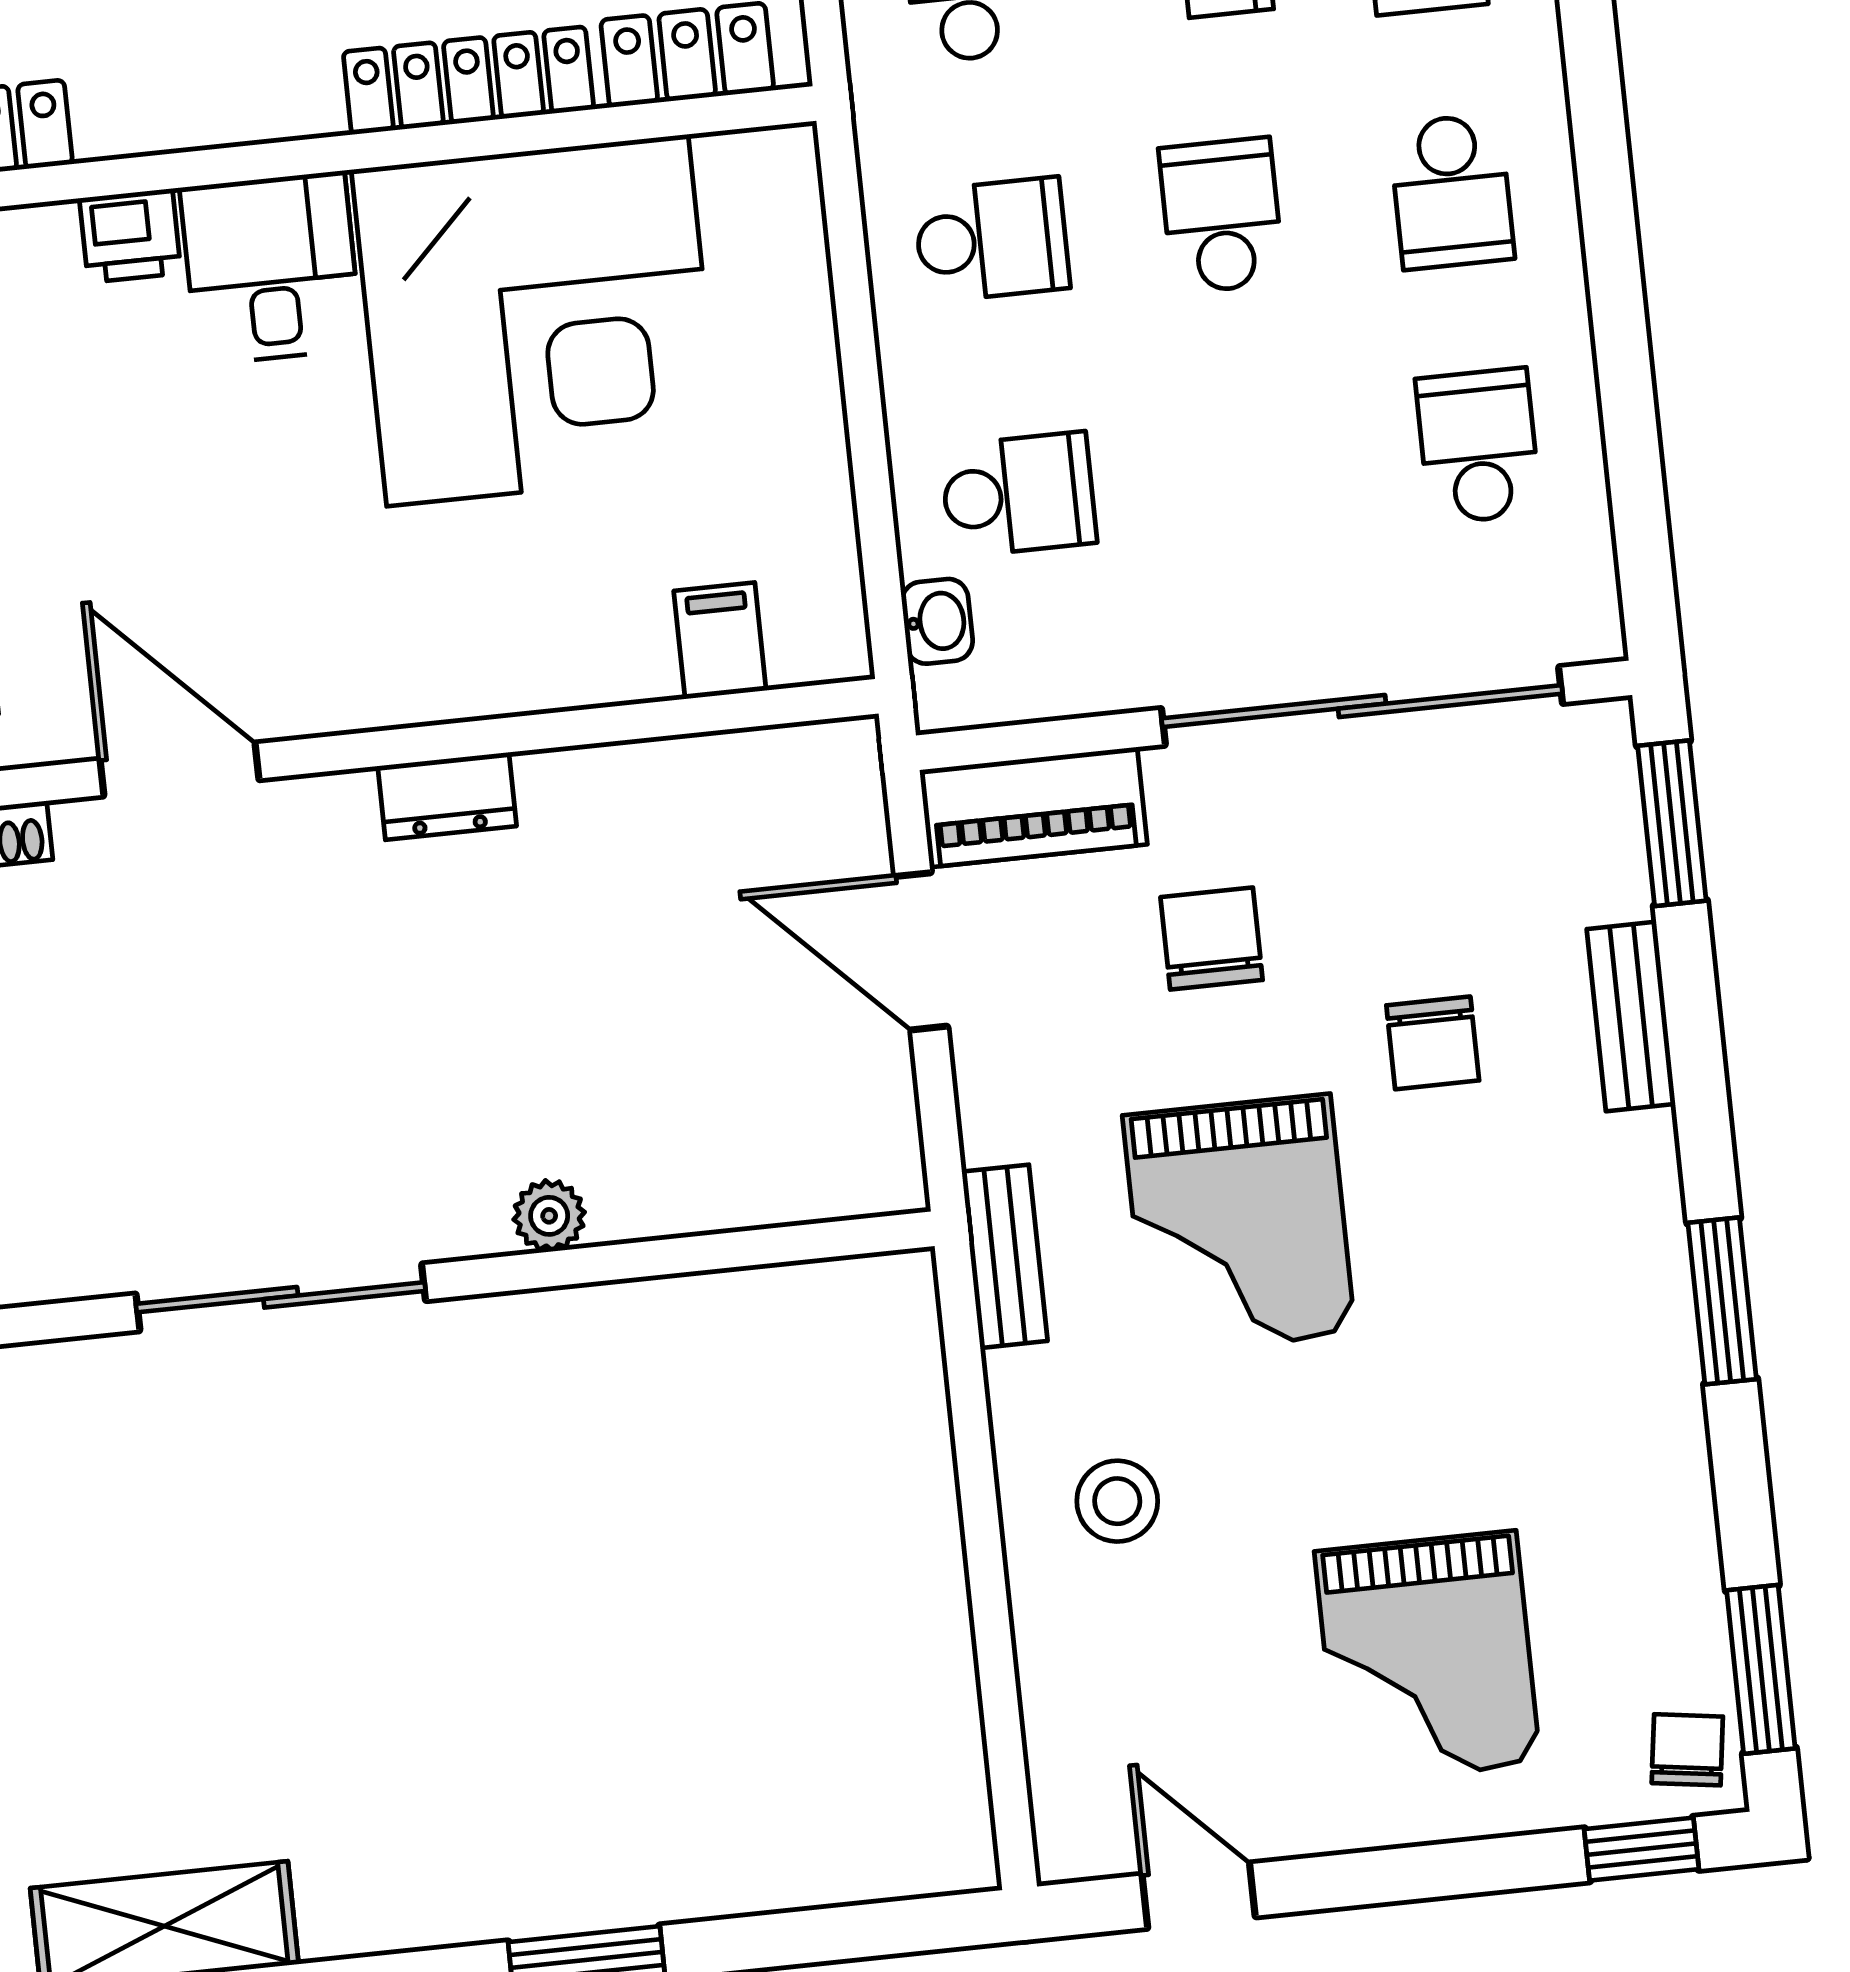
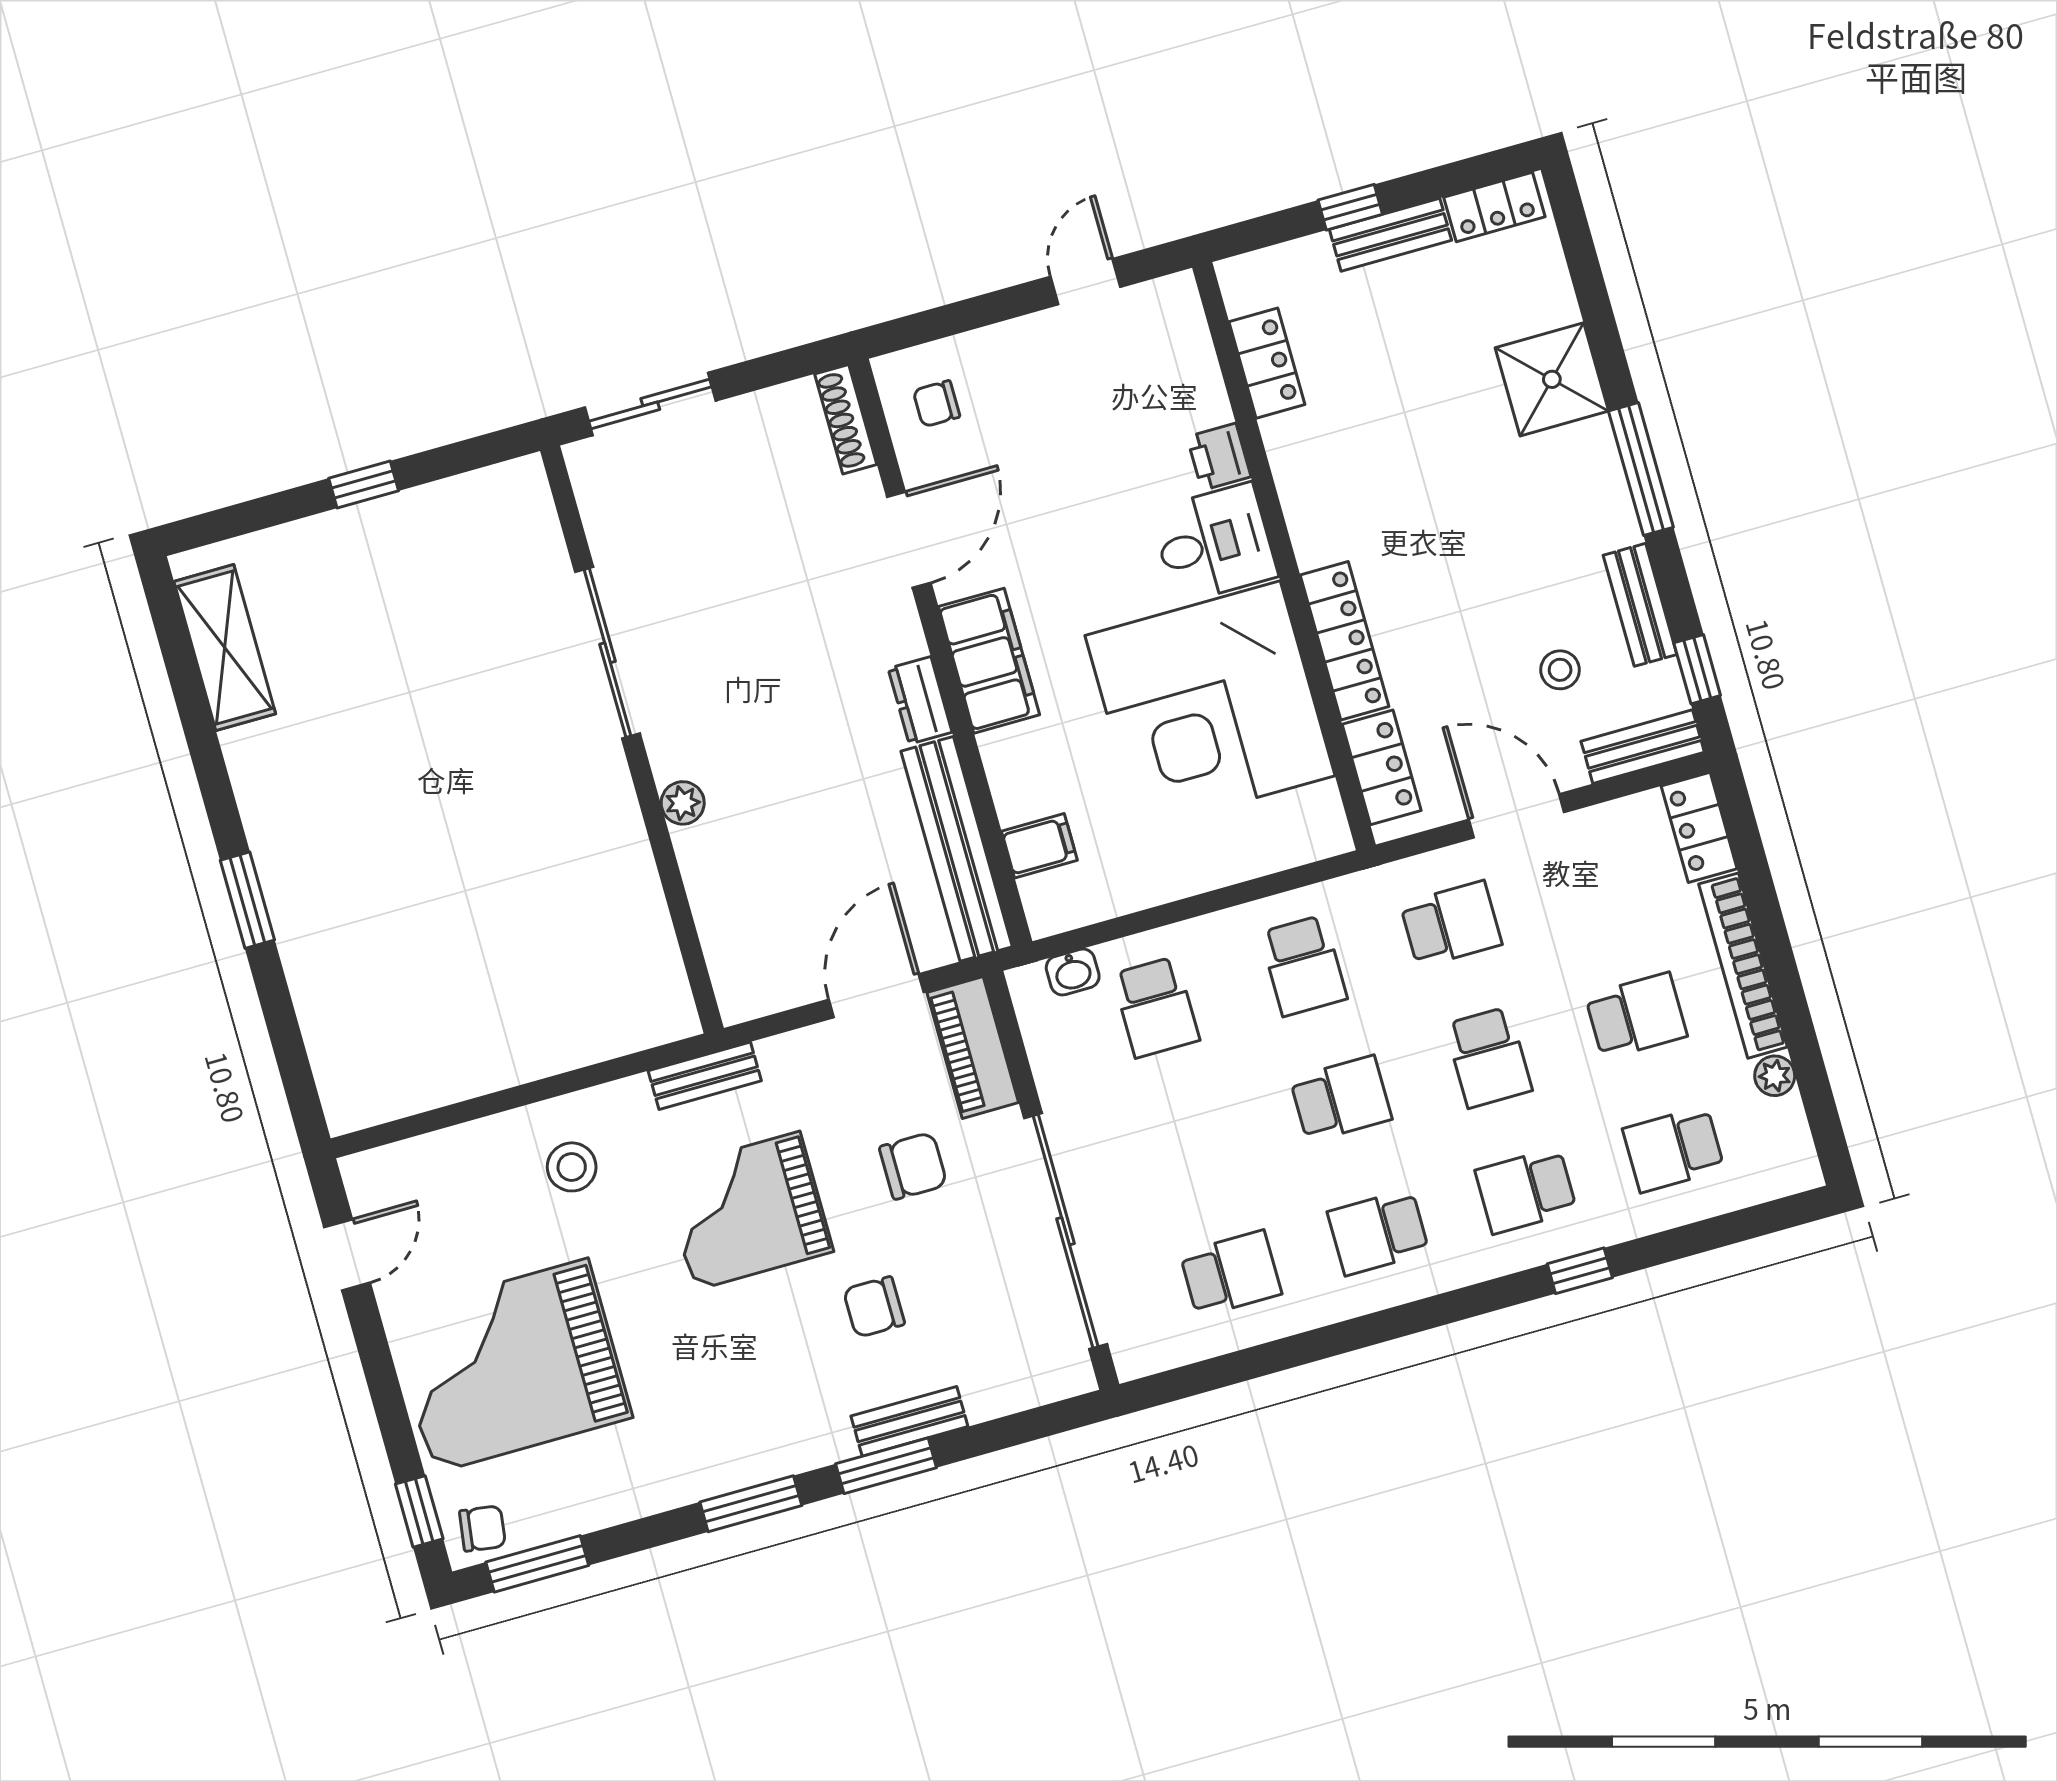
filing cabinet: (401, 672) -> (989, 661), added
bench: (702, 778) -> (957, 849), added
window: (1672, 823) -> (886, 1466), moved
grand piano: (1427, 1657) -> (511, 1366), width x1.37, depth x1.48

